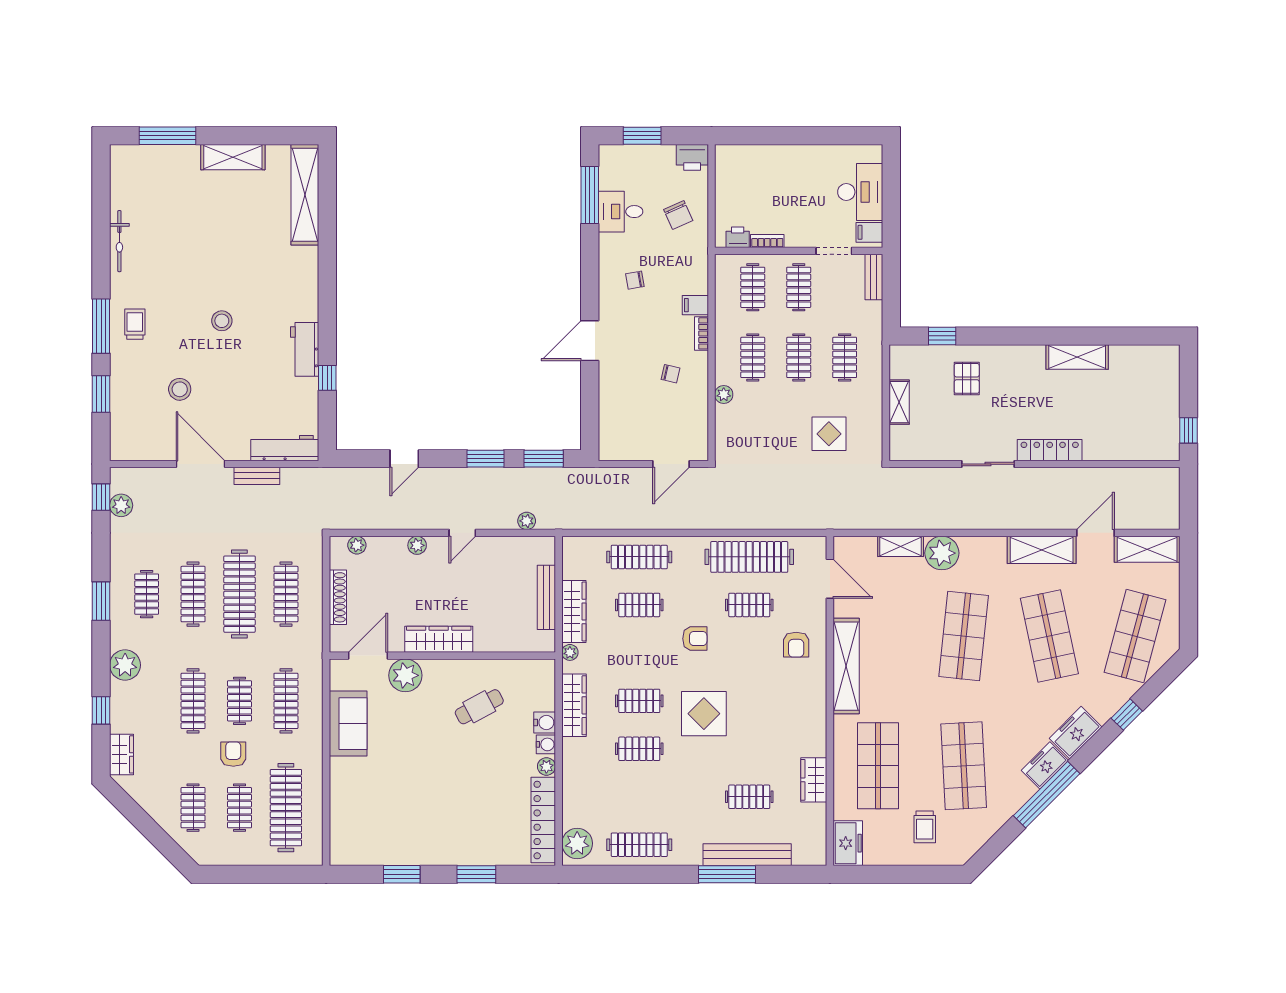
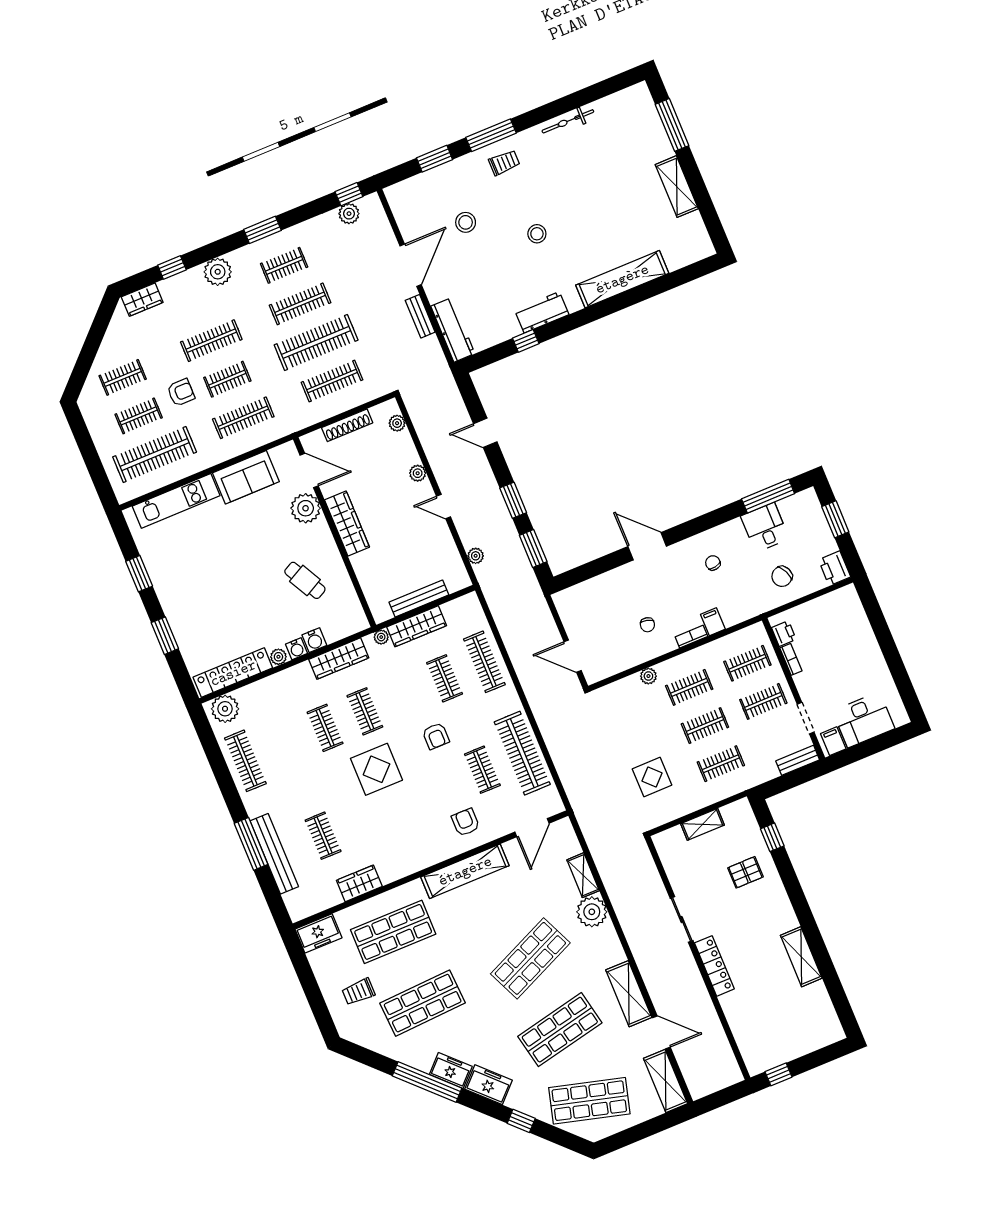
shelving: (305, 195) -> (622, 279), moved
shop shelf: (964, 636) -> (530, 958), turned -30
armchair: (796, 645) -> (465, 822), turned 90
kitchen unit: (343, 805) -> (176, 501), added

